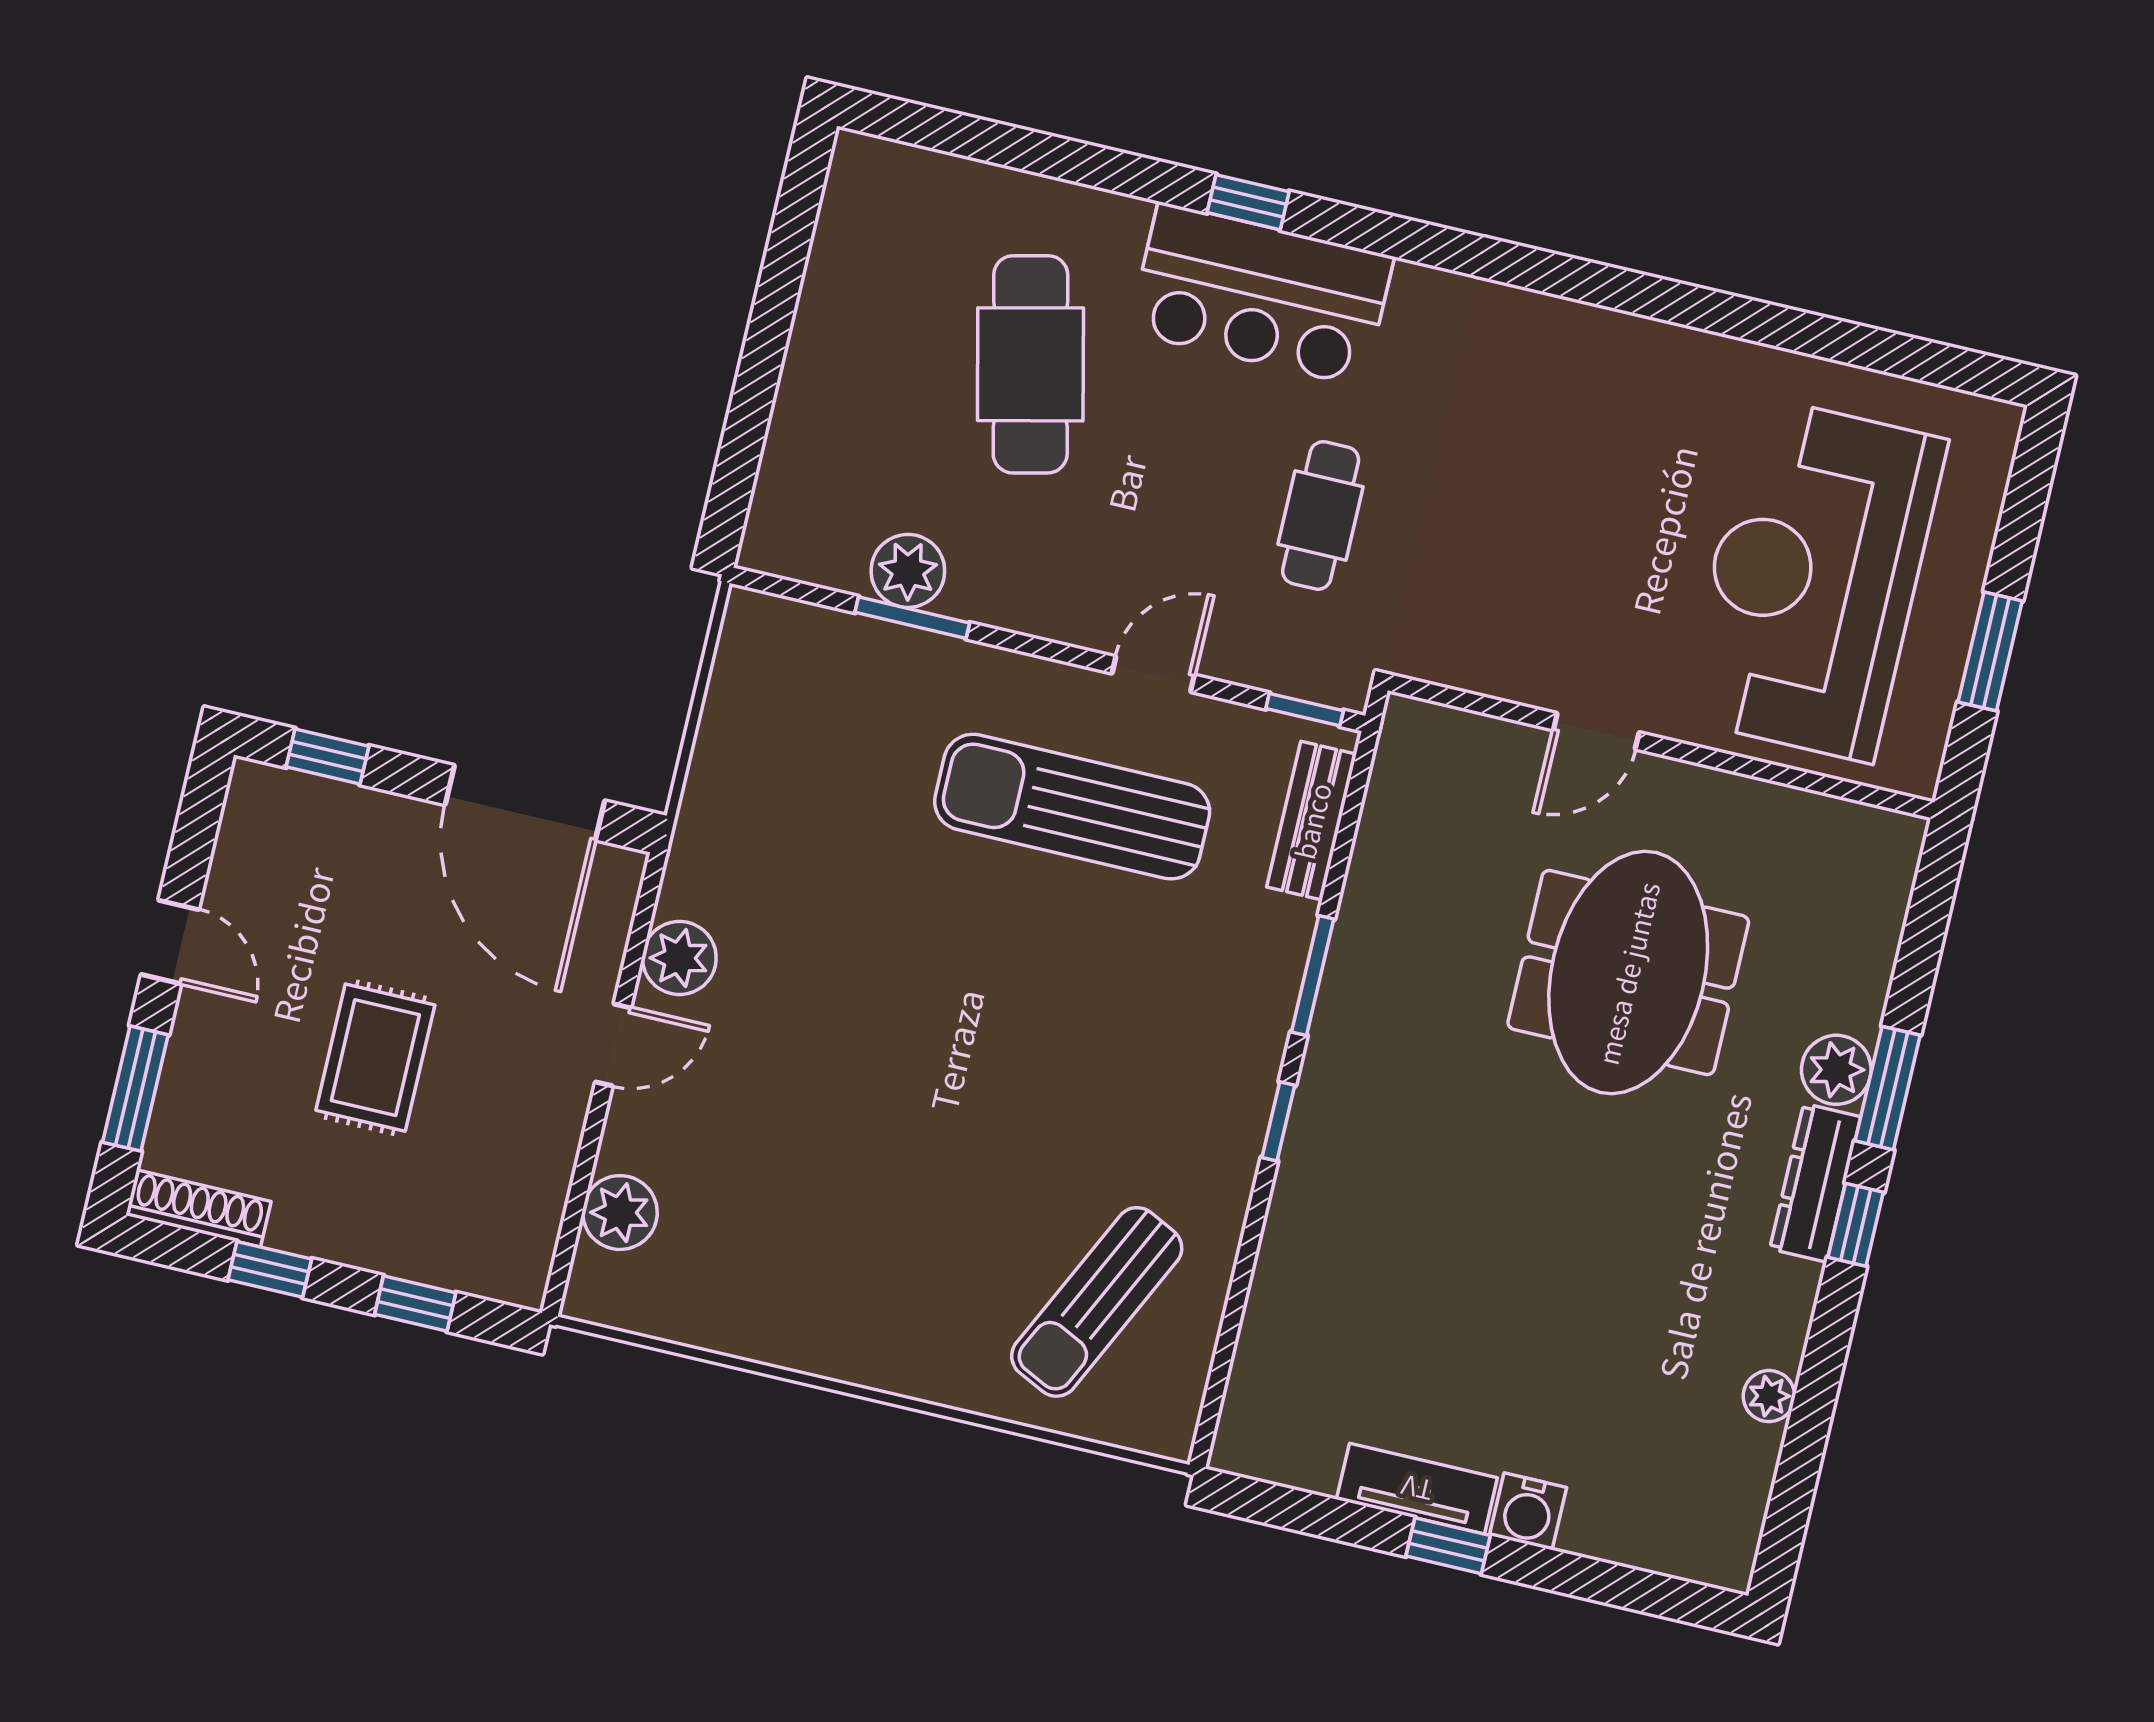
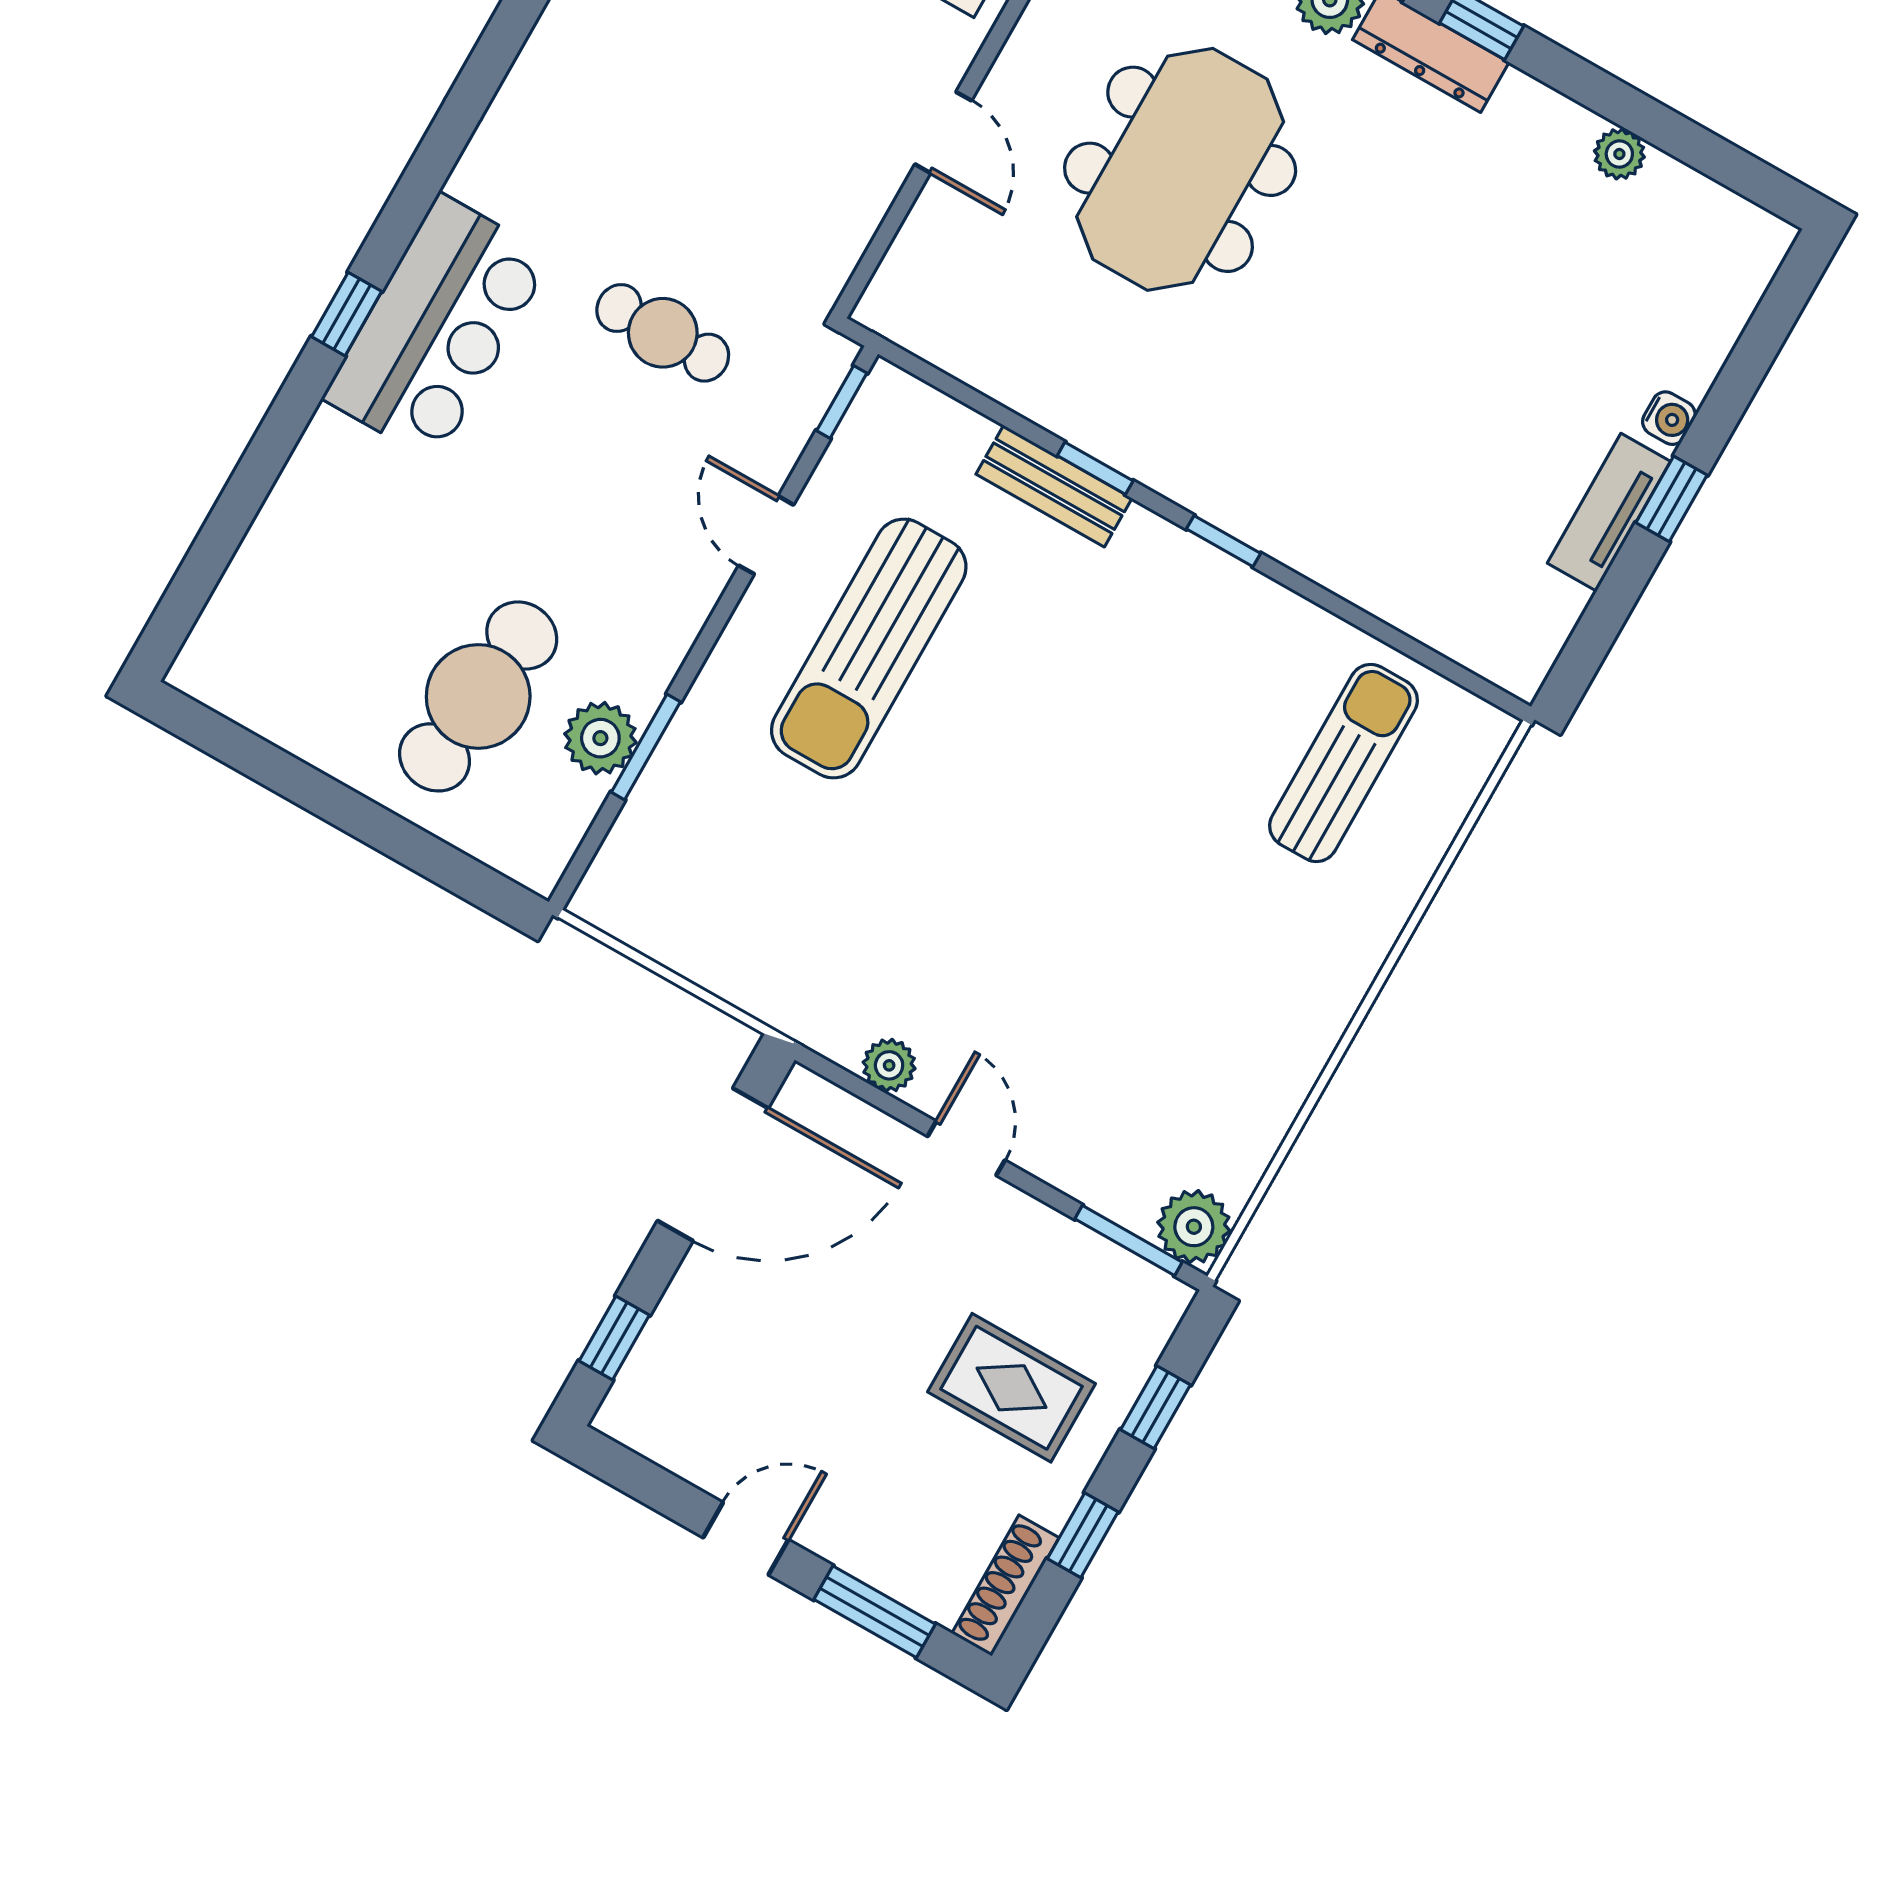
cafe table: (1030, 364) -> (478, 696), moved, turned -71
bench: (1312, 821) -> (1054, 486), moved
plant: (679, 958) -> (889, 1065), width x0.73, depth x0.73
meeting table: (1628, 973) -> (1180, 169), turned 90
window: (1313, 975) -> (1095, 468), width x0.67
rug: (375, 1058) -> (1012, 1388), moved
plant: (620, 1213) -> (1194, 1227), moved
window: (570, 1229) -> (1129, 1240), added
sun lounger: (1097, 1302) -> (1344, 763), turned -116
water cooler: (1528, 1511) -> (1669, 418), width x0.72, depth x0.72

